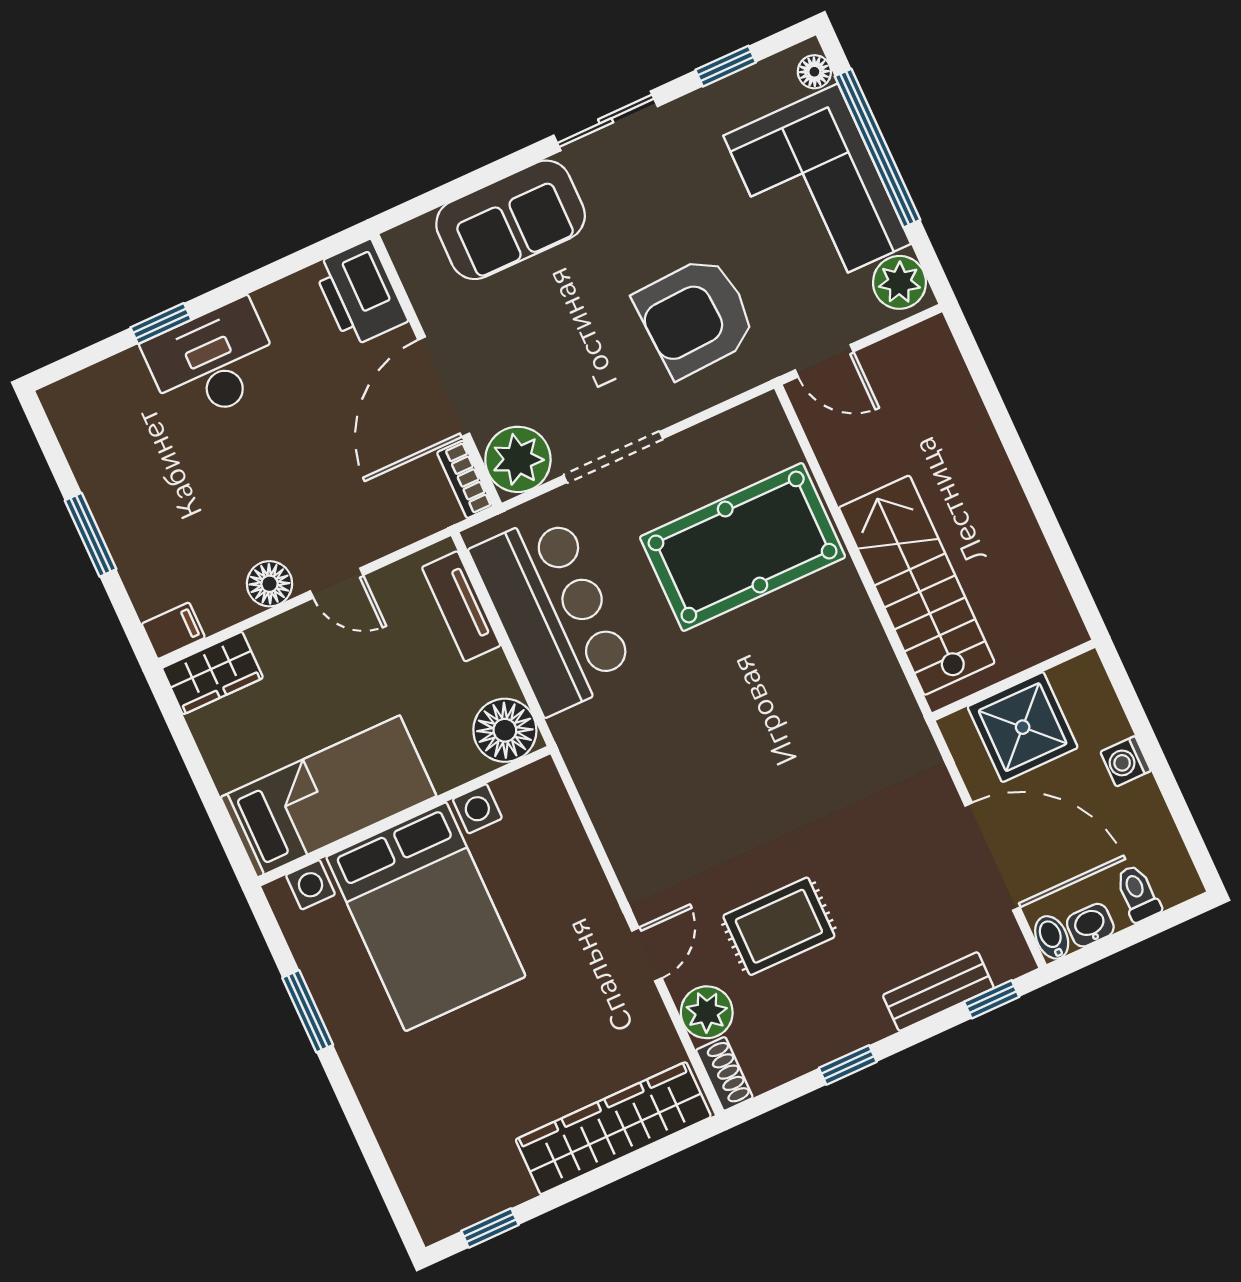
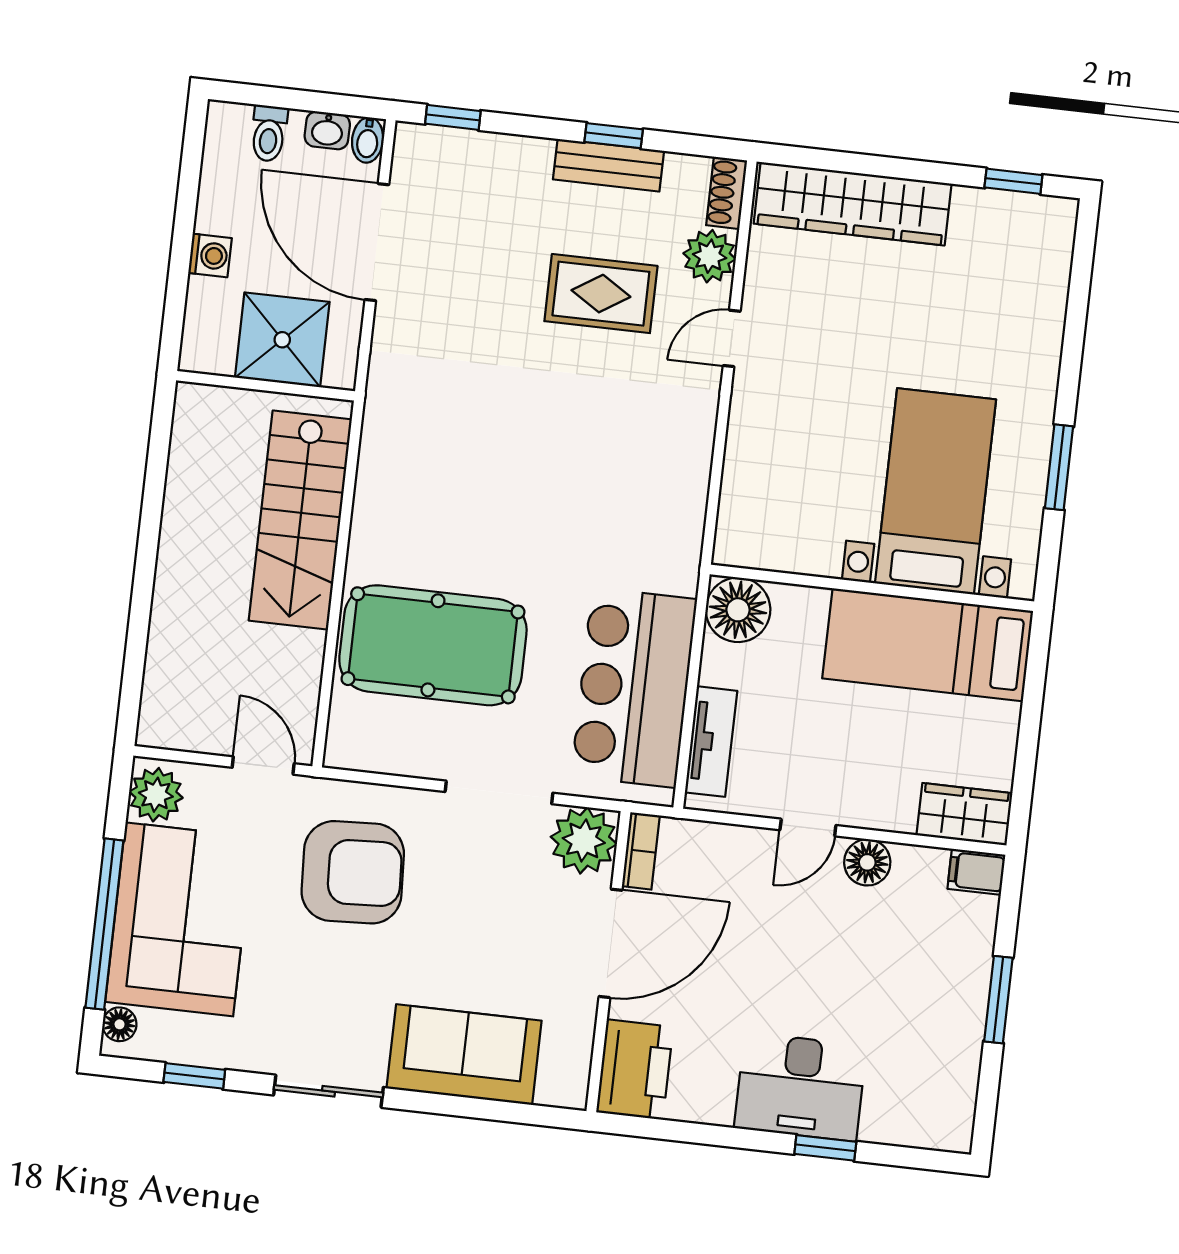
door: (337, 583) -> (808, 828), swing flipped
bed with nightstands: (426, 917) -> (935, 491), width x0.73
bench: (938, 991) -> (609, 165), moved

